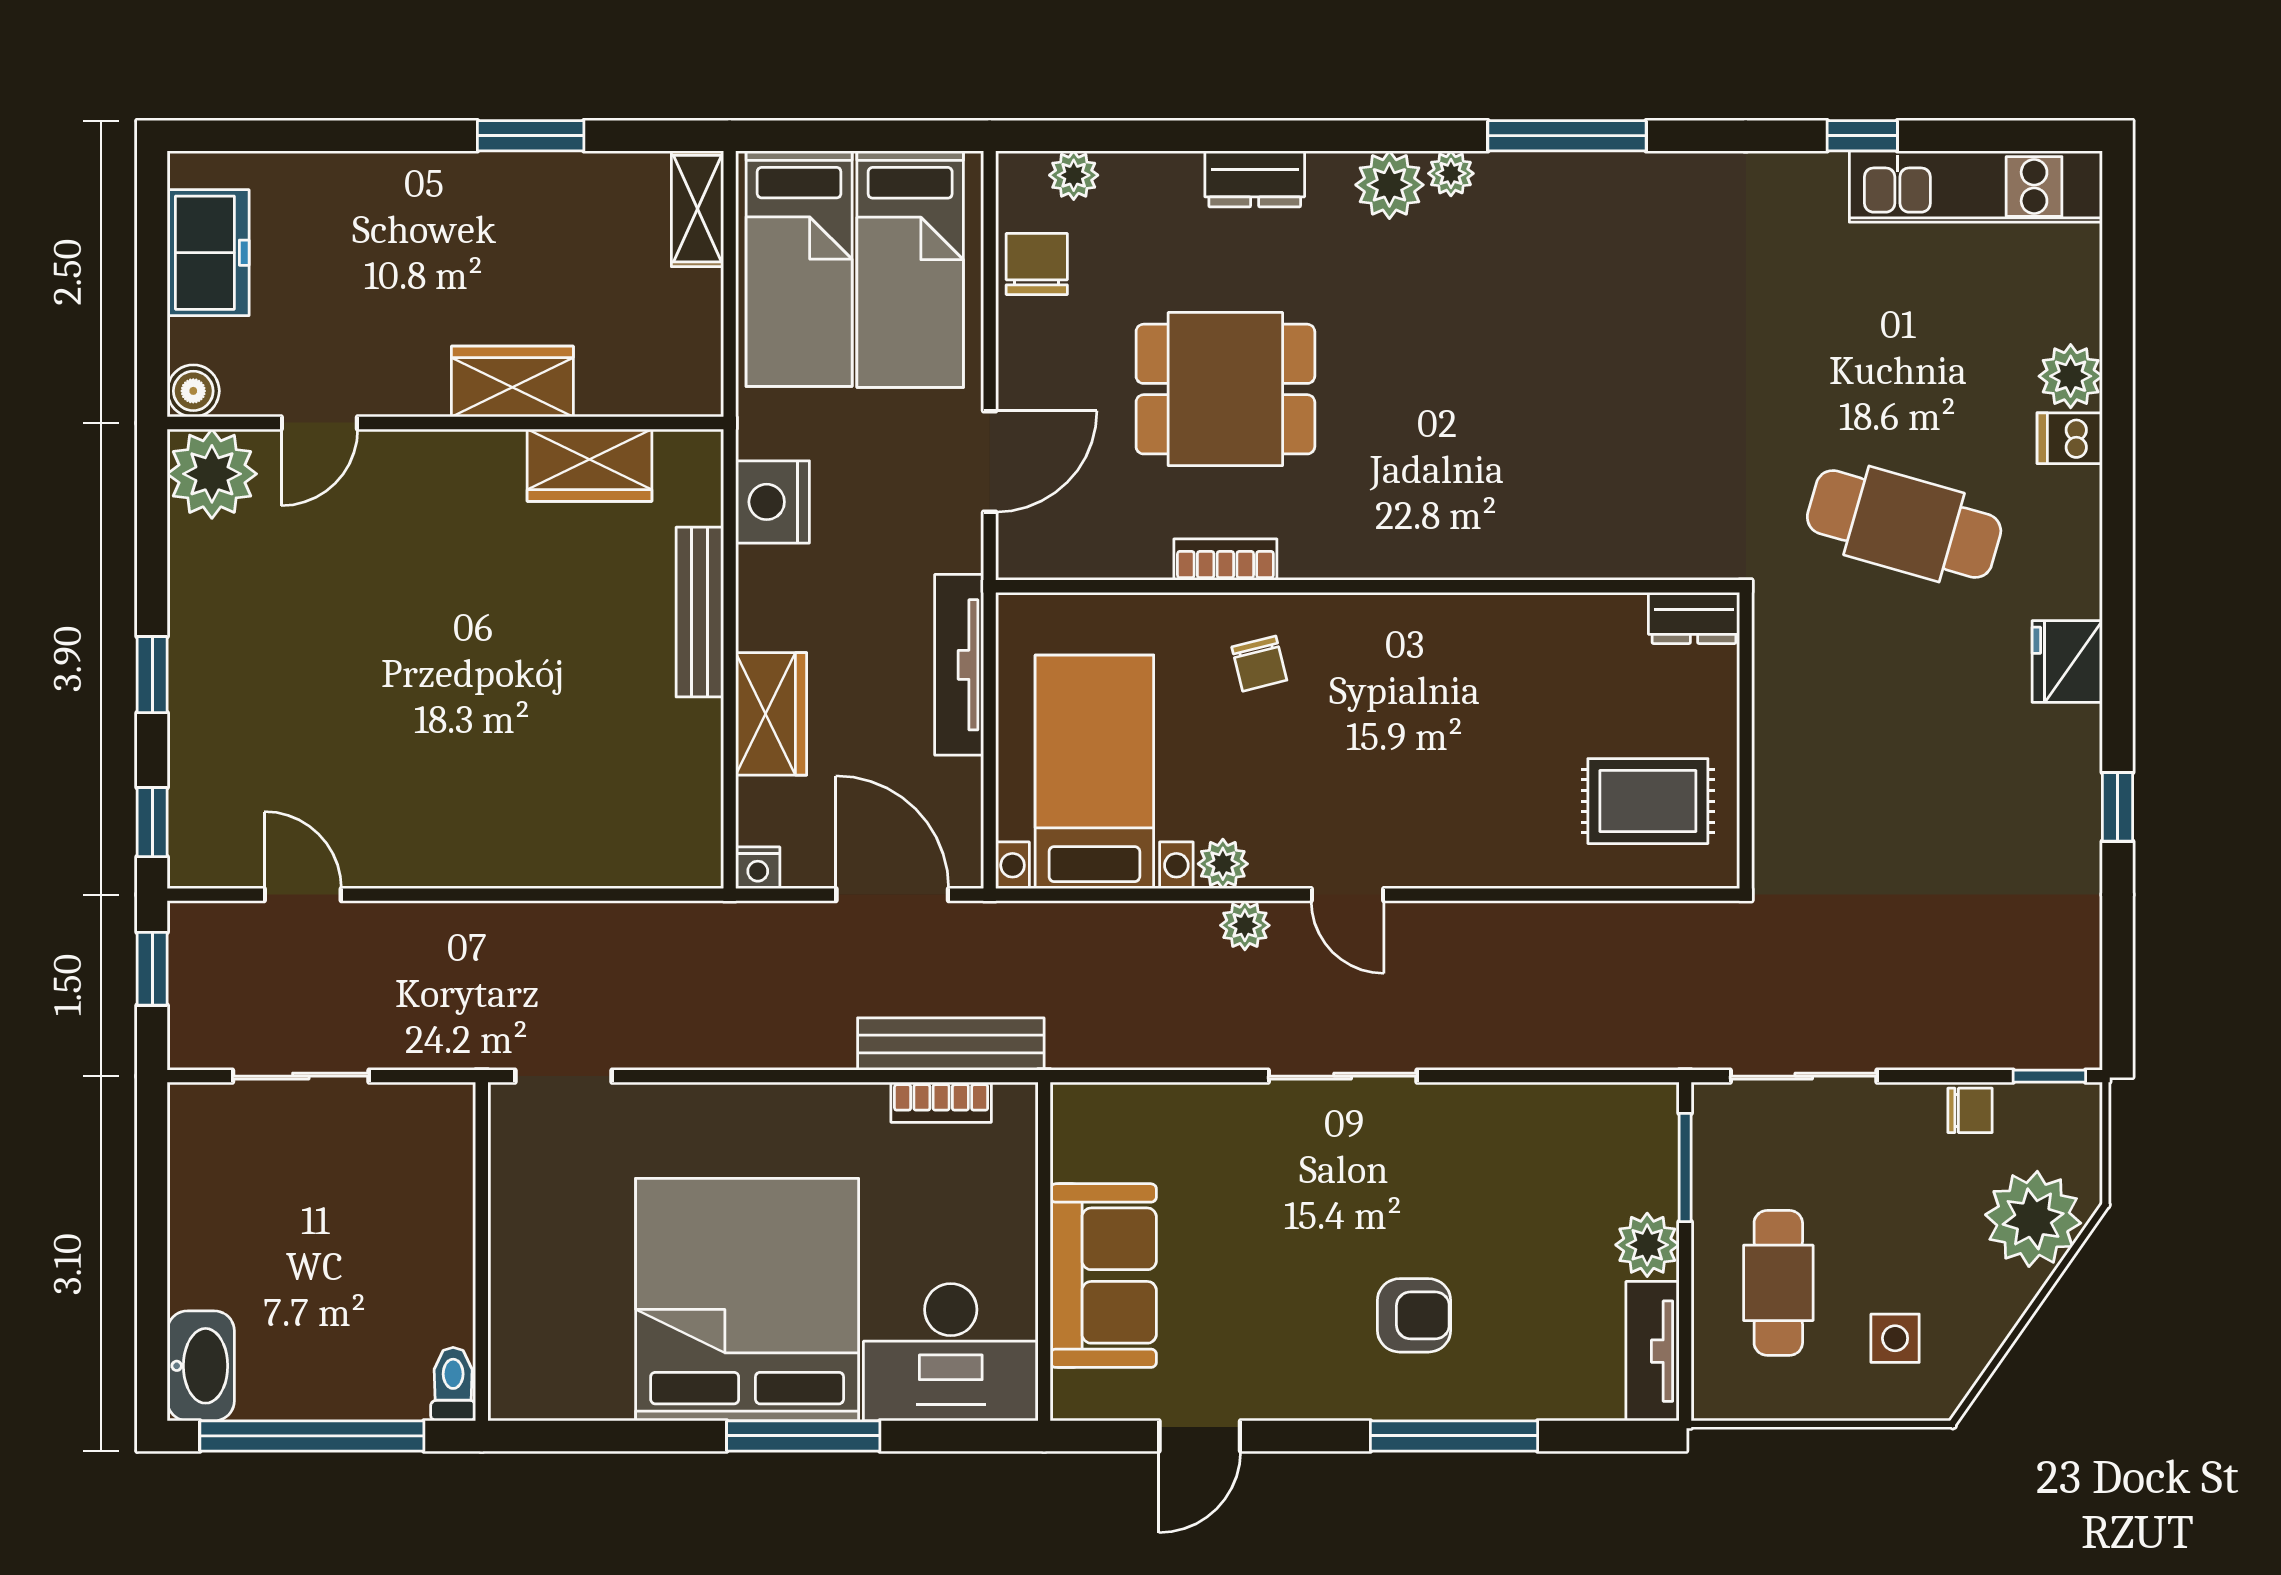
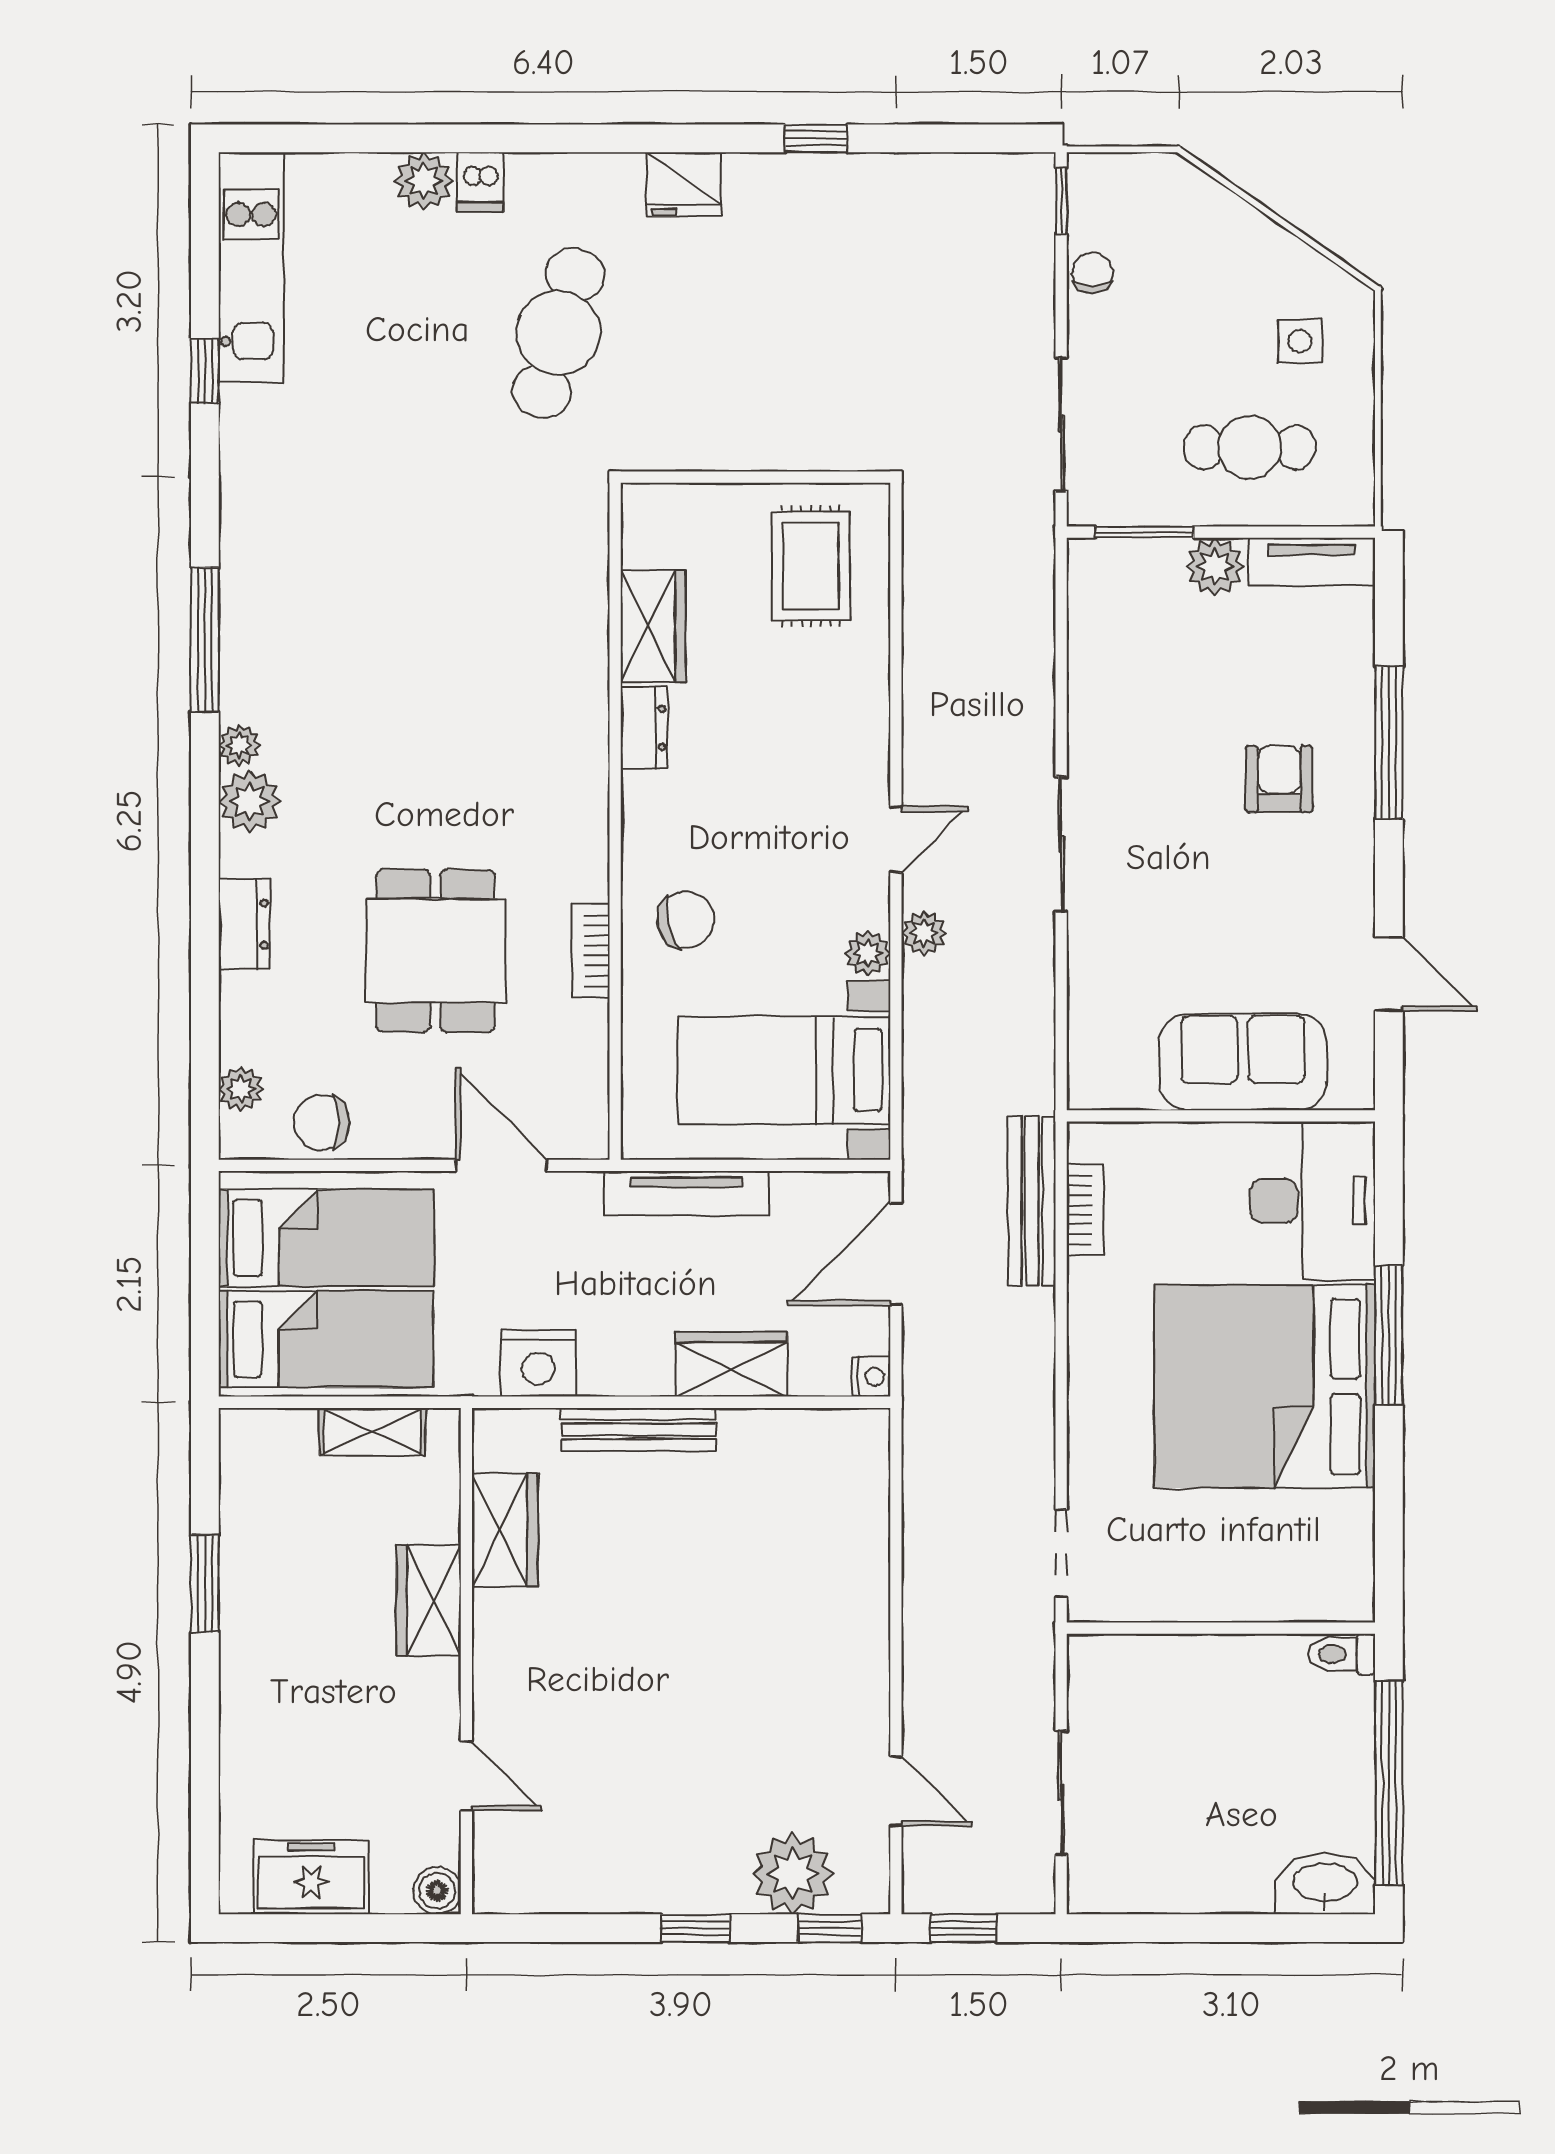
shelving: (698, 209) -> (372, 1431), moved
plant: (212, 474) -> (793, 1874), moved
dresser: (1694, 618) -> (644, 728), moved
wardrobe: (1582, 628) -> (653, 626), added
chair: (1259, 664) -> (686, 920), width x1.37, depth x1.37
door: (303, 895) -> (896, 1791), swing flipped
plant: (2033, 1219) -> (1191, 215), removed

